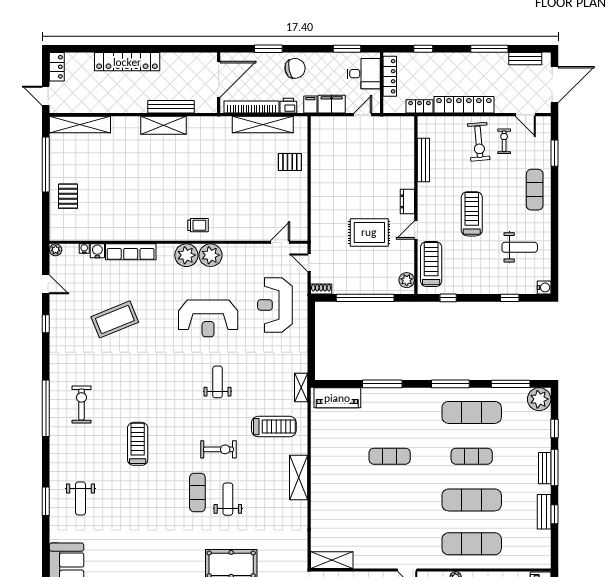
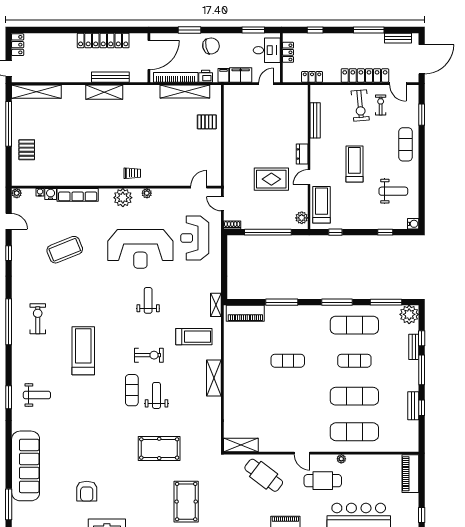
locker: (127, 62) -> (103, 40), moved
locker: (390, 76) -> (288, 52), width x0.66
locker: (464, 105) -> (365, 75), moved
plant: (211, 255) -> (147, 193), width x0.53, depth x0.53
reception desk: (208, 318) -> (140, 249), width x1.36, depth x1.30
treadmill: (138, 444) -> (83, 351), width x1.37, depth x1.38
bench: (545, 468) -> (414, 347), moved
weight bench: (81, 498) -> (37, 395), turned -90

